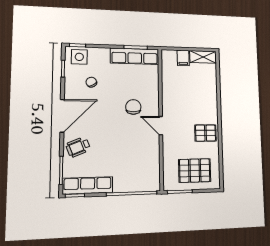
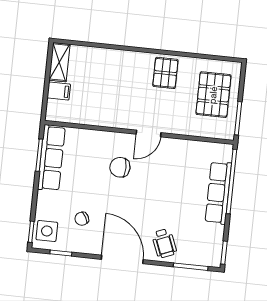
row of seats: (88, 185) -> (218, 193), moved

